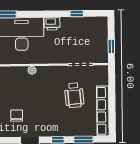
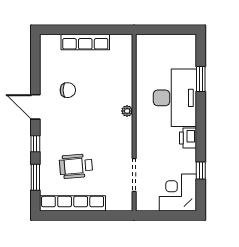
corner desk: (94, 31) -> (178, 193), added
window: (111, 46) -> (157, 216), removed
wheelchair: (74, 95) -> (76, 166), moved

